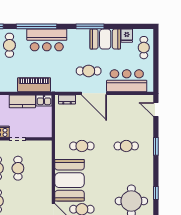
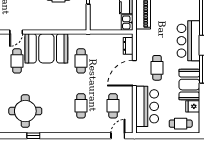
bar counter: (47, 40) -> (188, 41), moved
cafe table: (126, 114) -> (113, 106), added
window: (156, 146) -> (81, 136), removed

